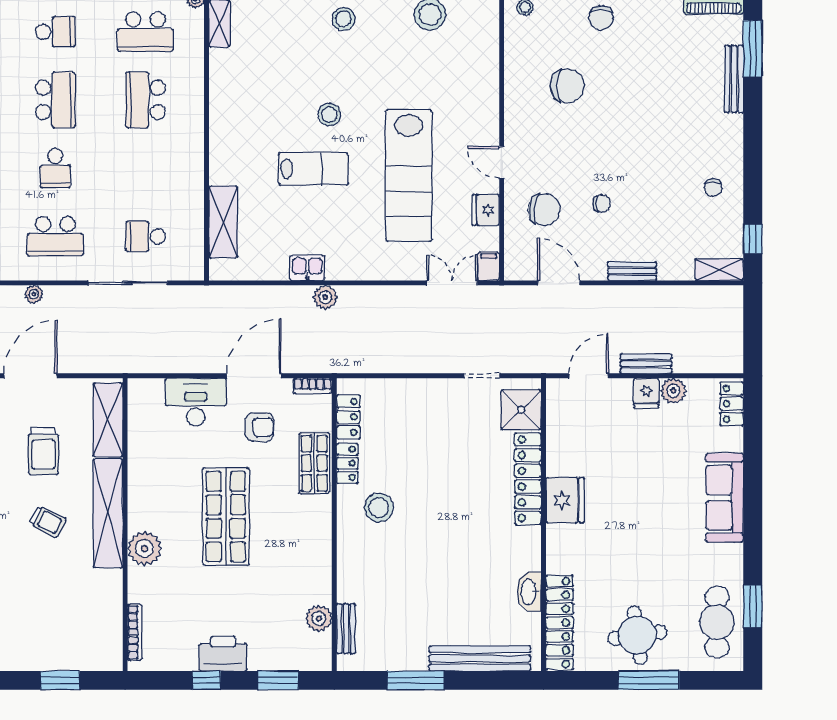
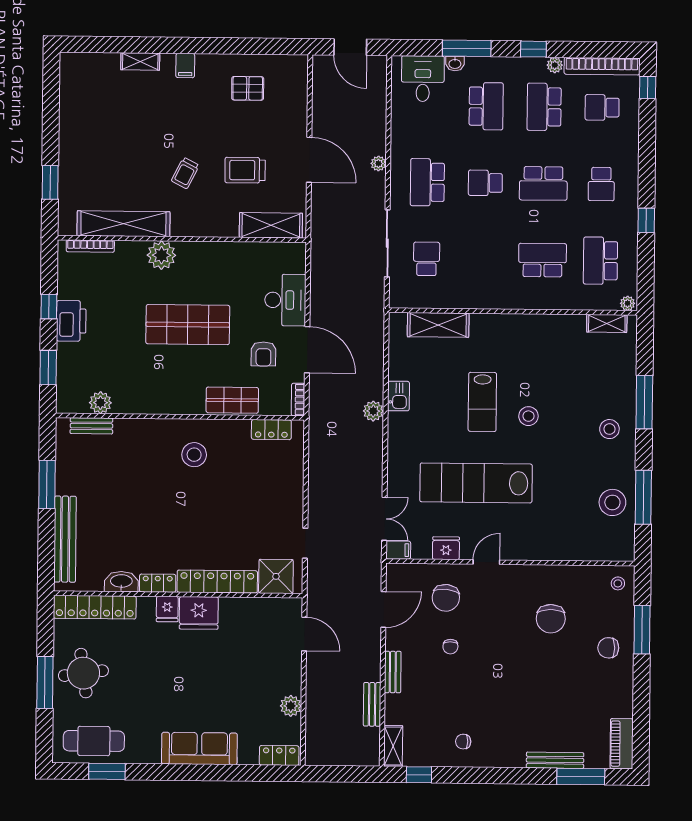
bench: (646, 364) -> (372, 704), moved
fridge: (646, 393) -> (167, 609), moved, turned -90
locker: (347, 463) -> (158, 583), moved, turned 180
shelving: (108, 513) -> (123, 224), moved

